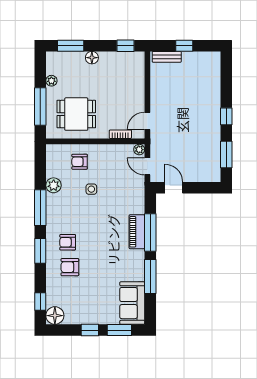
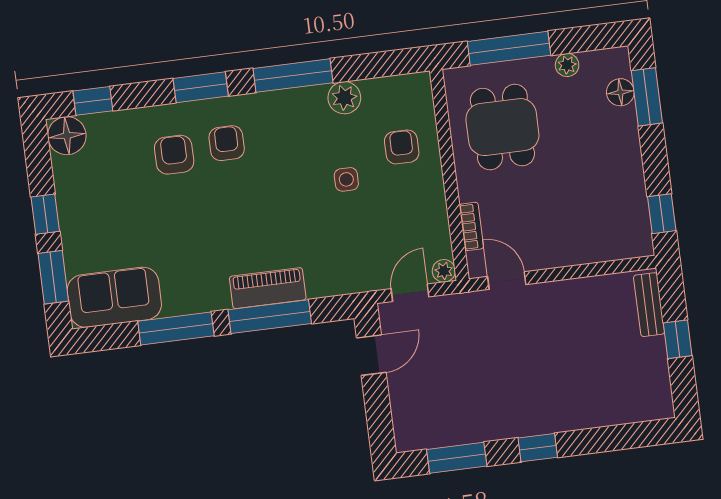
floor lamp: (92, 58) -> (620, 92), moved

